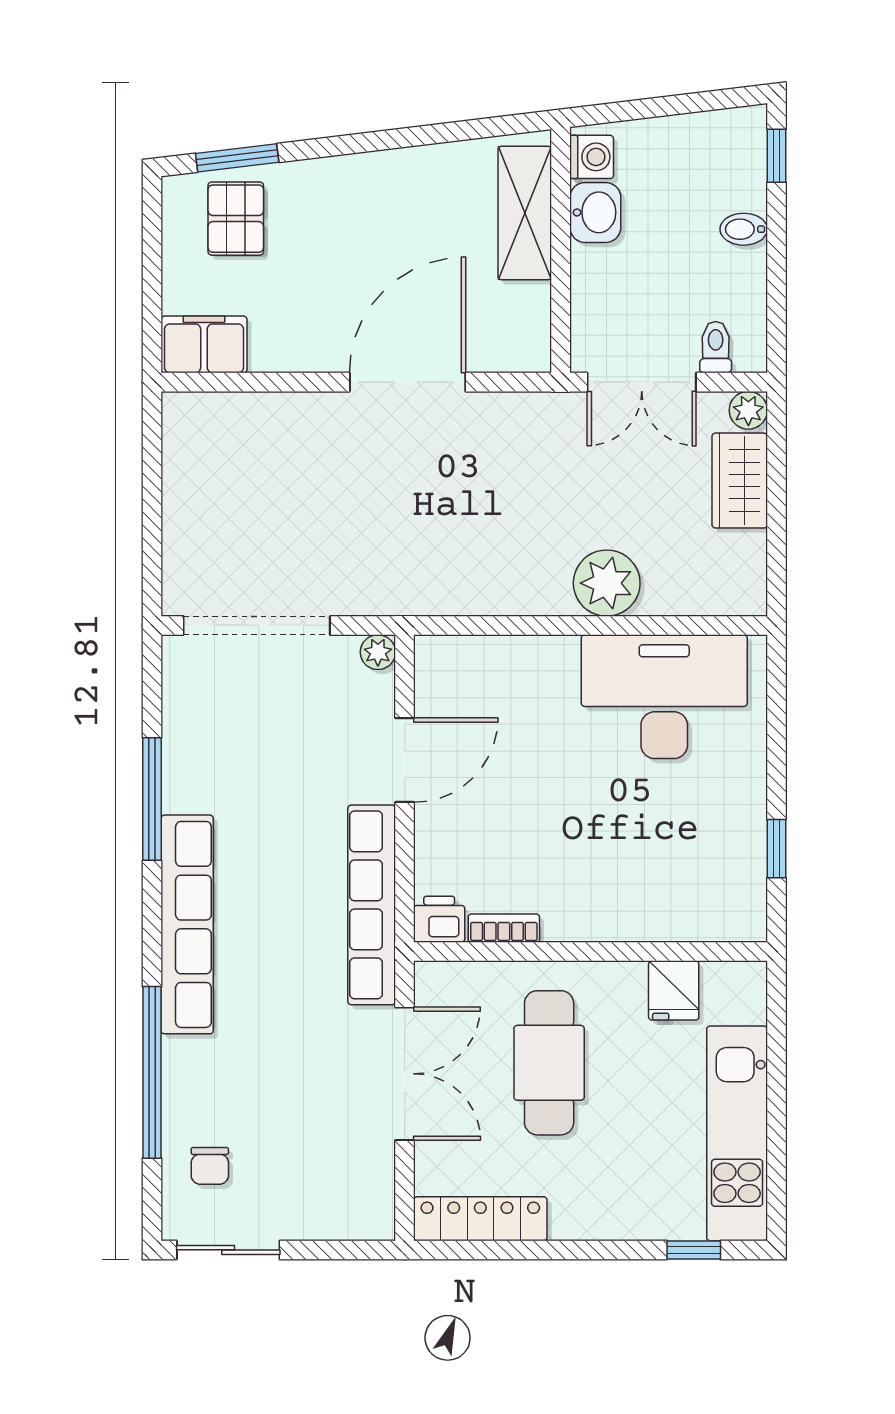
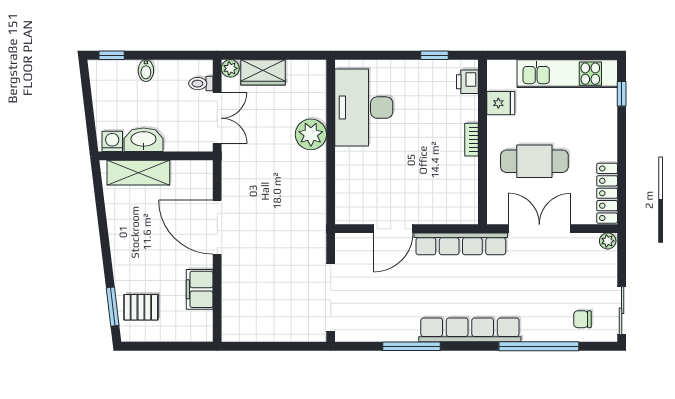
washbasin: (595, 212) -> (143, 140), width x1.38
filing cabinet: (204, 344) -> (200, 289), moved
plant: (378, 652) -> (608, 241), moved
door: (405, 760) -> (393, 229), swing flipped
printer: (439, 919) -> (467, 82), moved
bookcase: (504, 928) -> (472, 140), moved
chair: (210, 1166) -> (582, 319), turned 180

